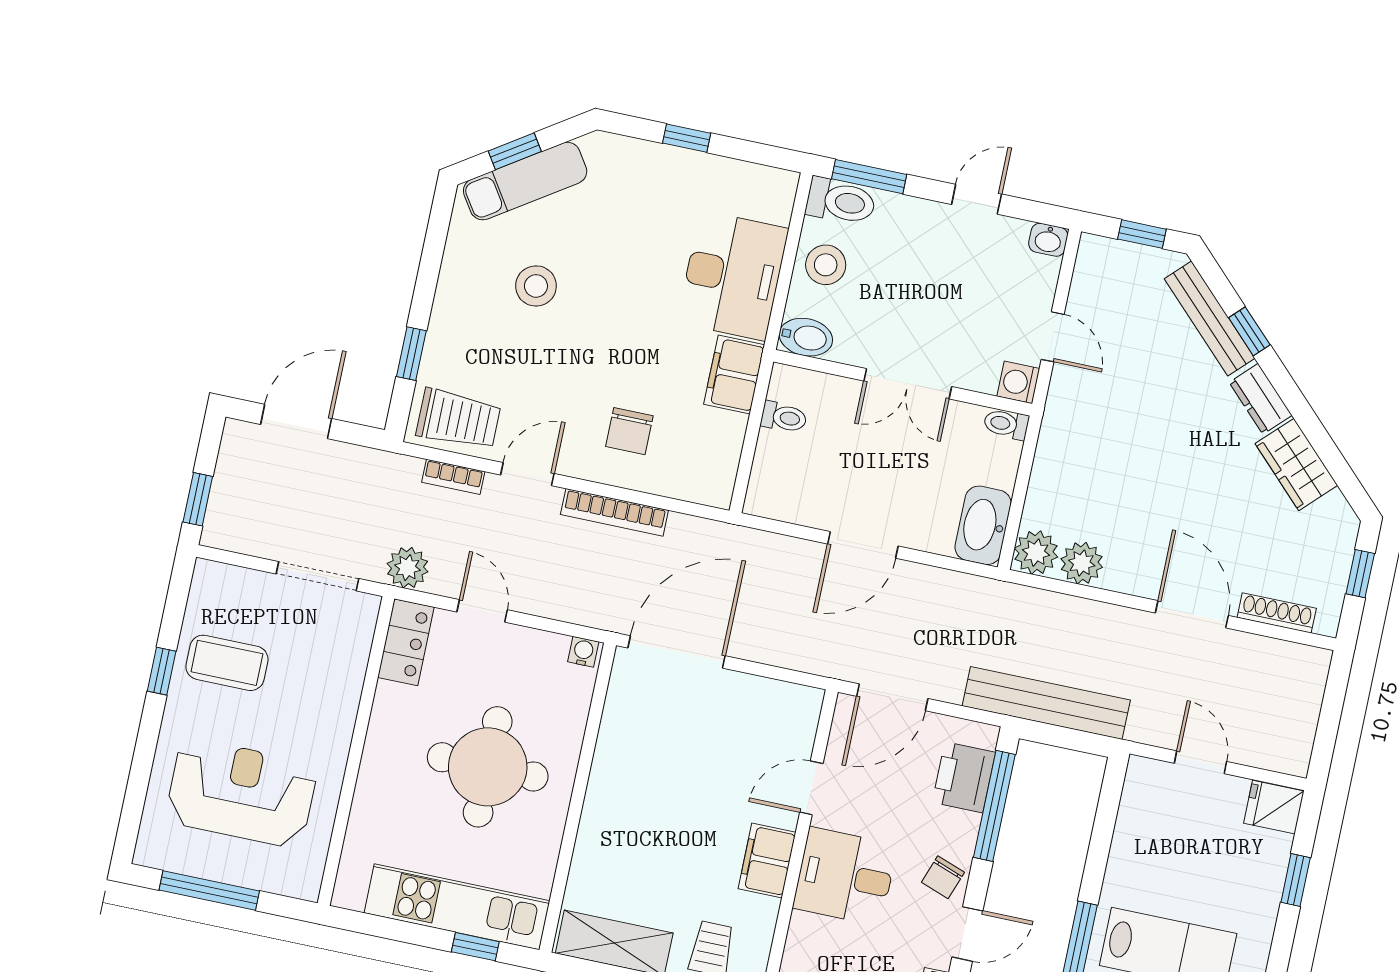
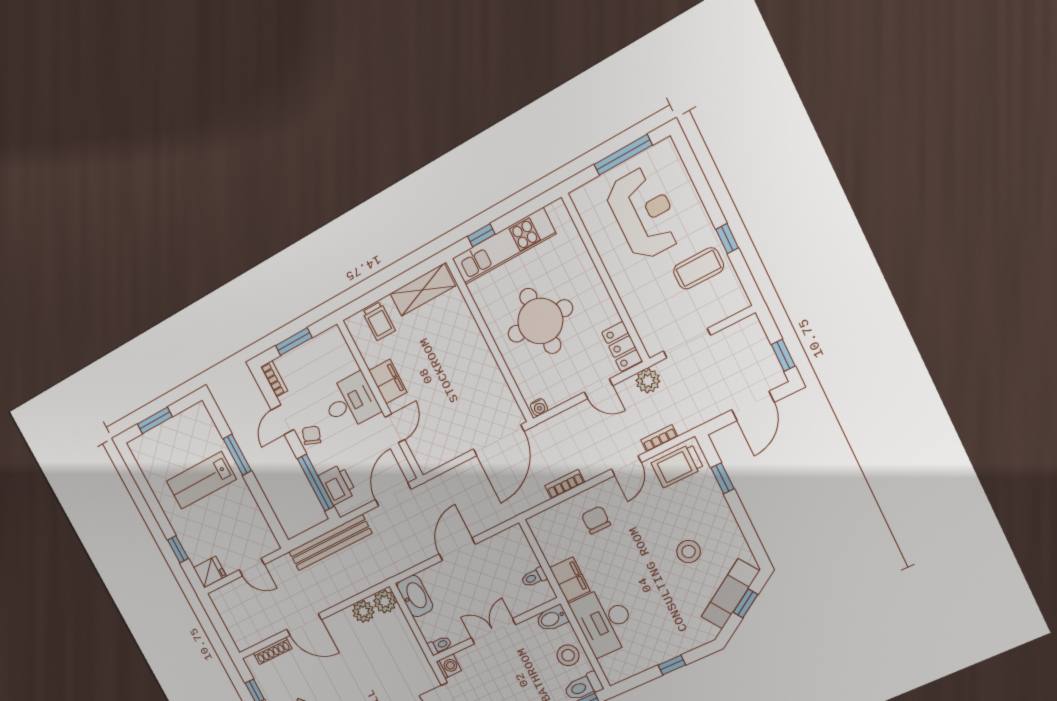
window: (198, 499) -> (783, 355), moved
bookcase: (614, 512) -> (565, 484), width x0.64
reception desk: (241, 793) -> (644, 214), turned -90

